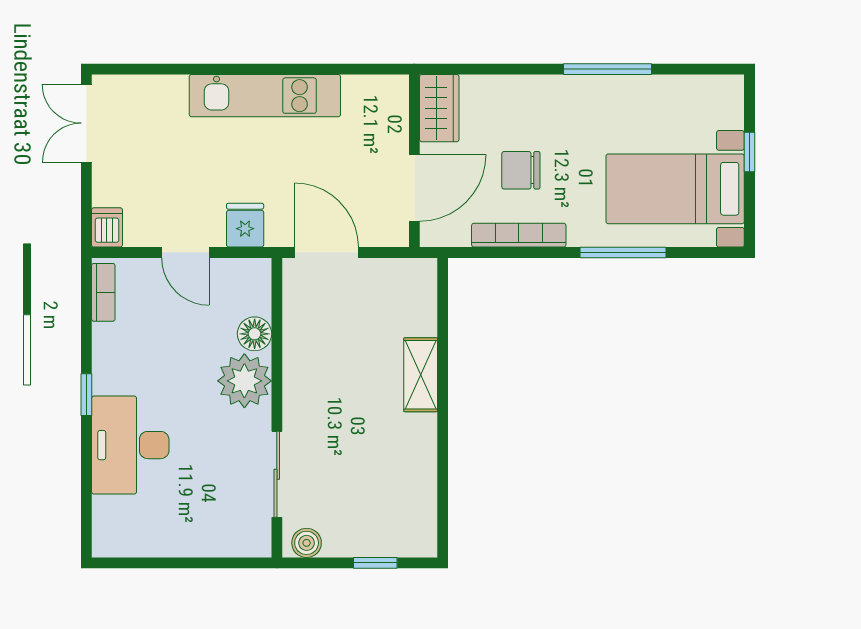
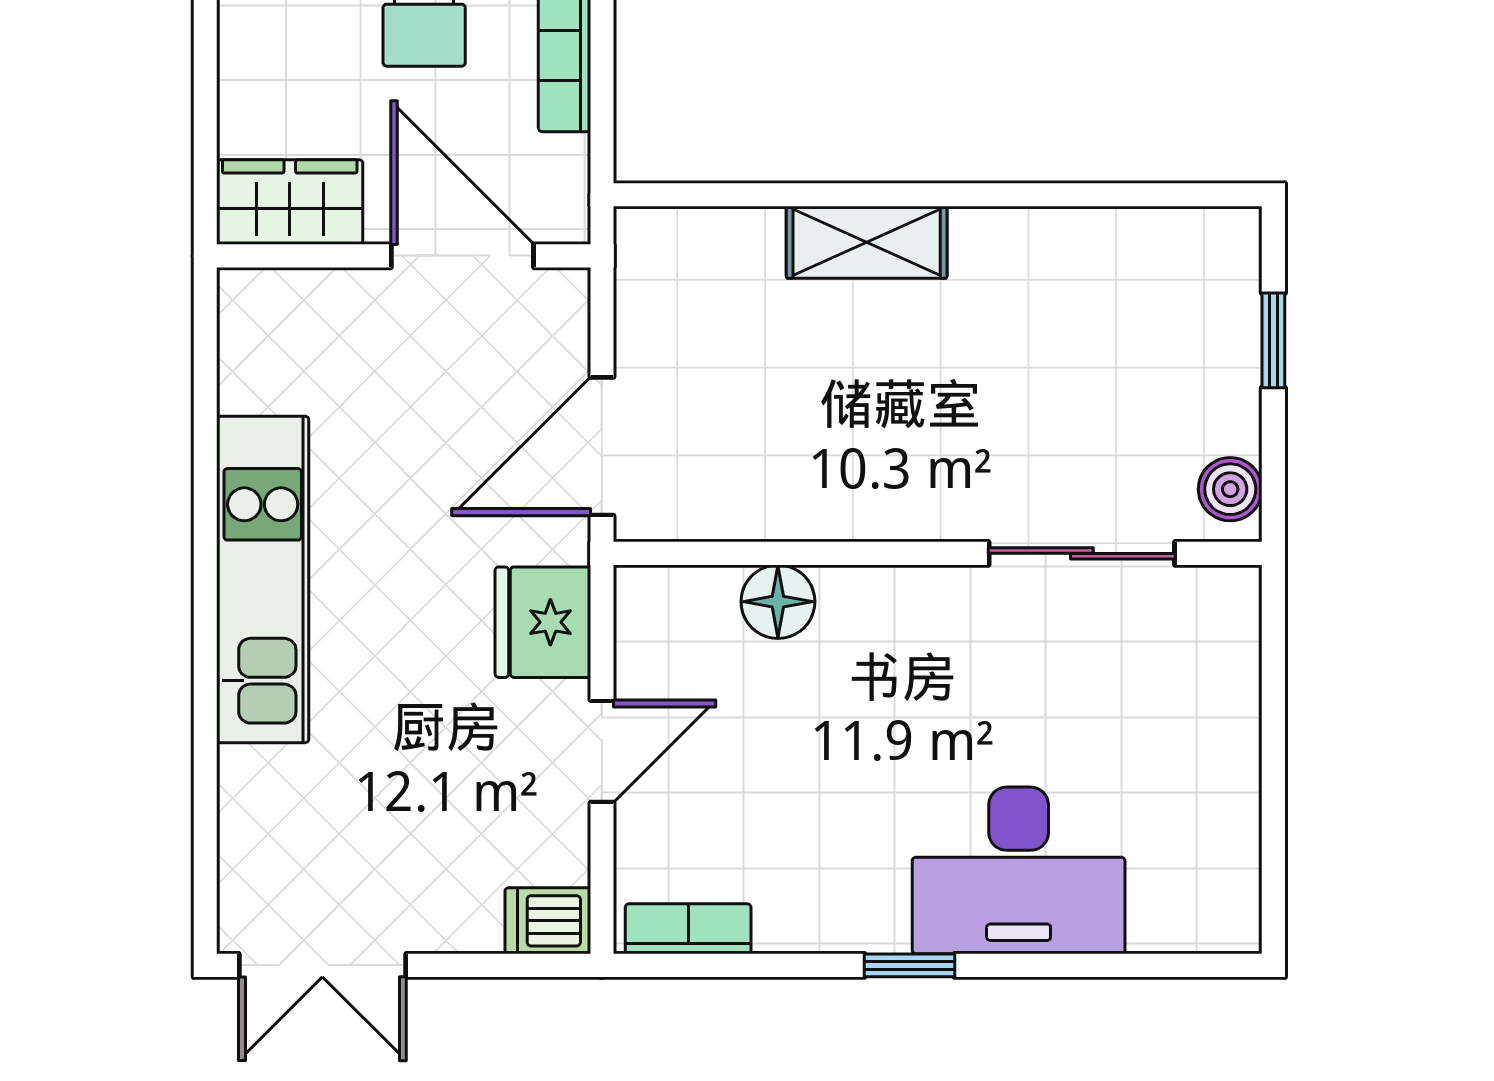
fridge: (245, 225) -> (543, 622), width x1.38
plant: (244, 381) -> (880, 623), removed

